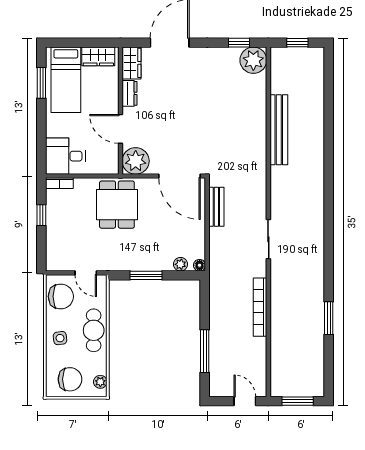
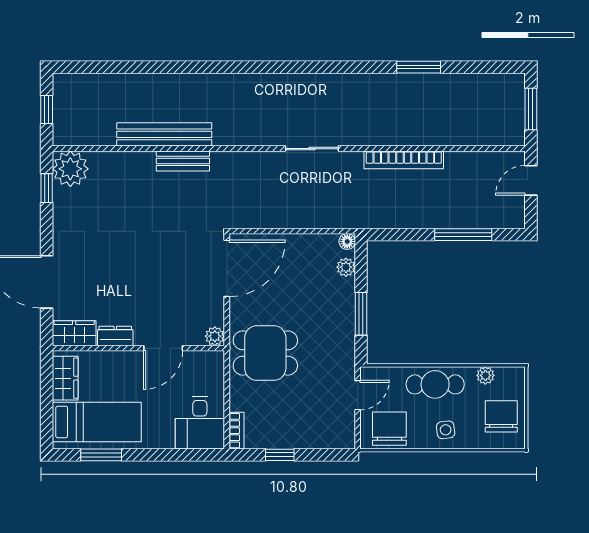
plant: (136, 161) -> (215, 336), width x0.53, depth x0.53
bench: (216, 207) -> (183, 161), moved
plant: (100, 382) -> (485, 375), moved

